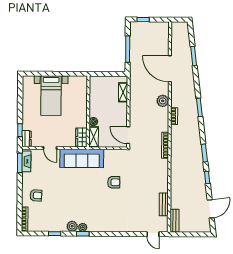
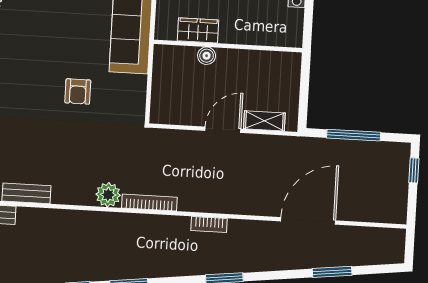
plant: (163, 101) -> (108, 195), moved
door: (128, 135) -> (223, 130), moved
wardrobe: (81, 137) -> (198, 30), moved
shelving: (94, 137) -> (175, 55), removed

